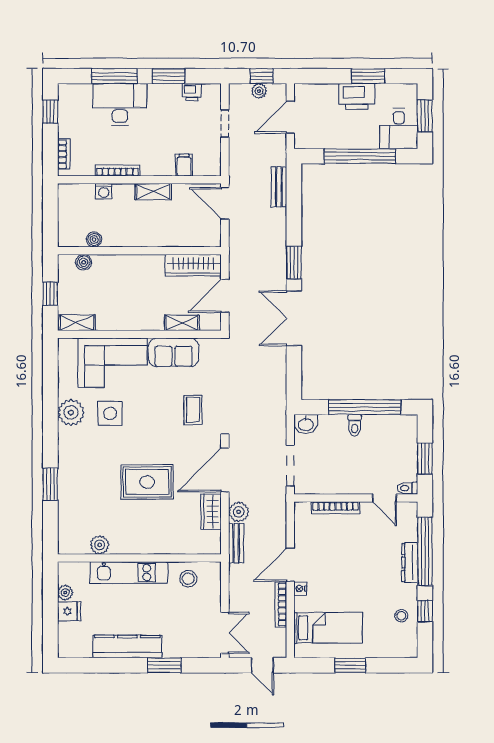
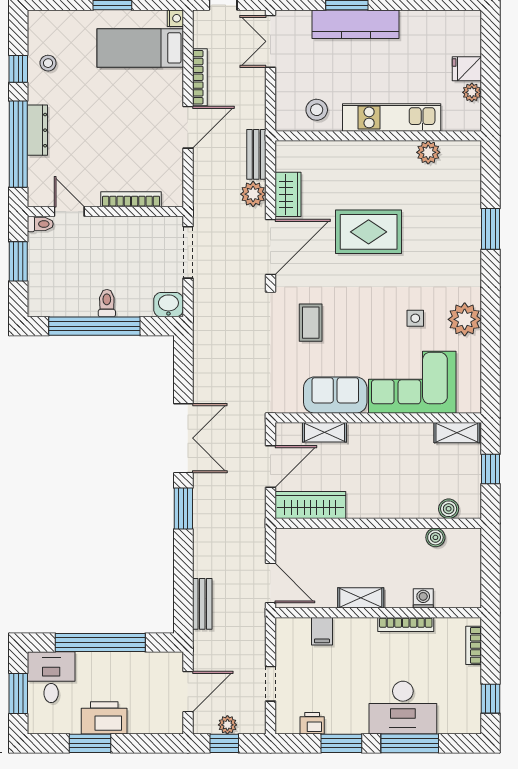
side table: (110, 413) -> (415, 318), width x0.54, depth x0.54
nightstand: (300, 589) -> (175, 18), moved
kitchen counter: (127, 647) -> (356, 24), moved

